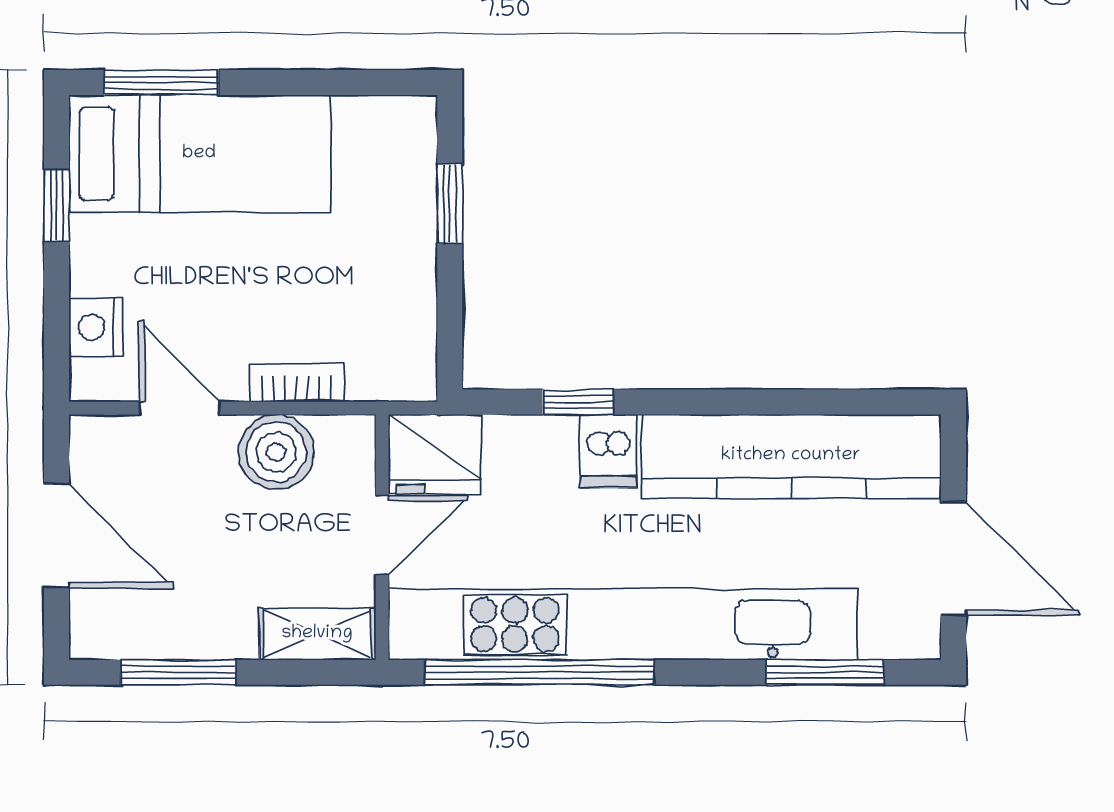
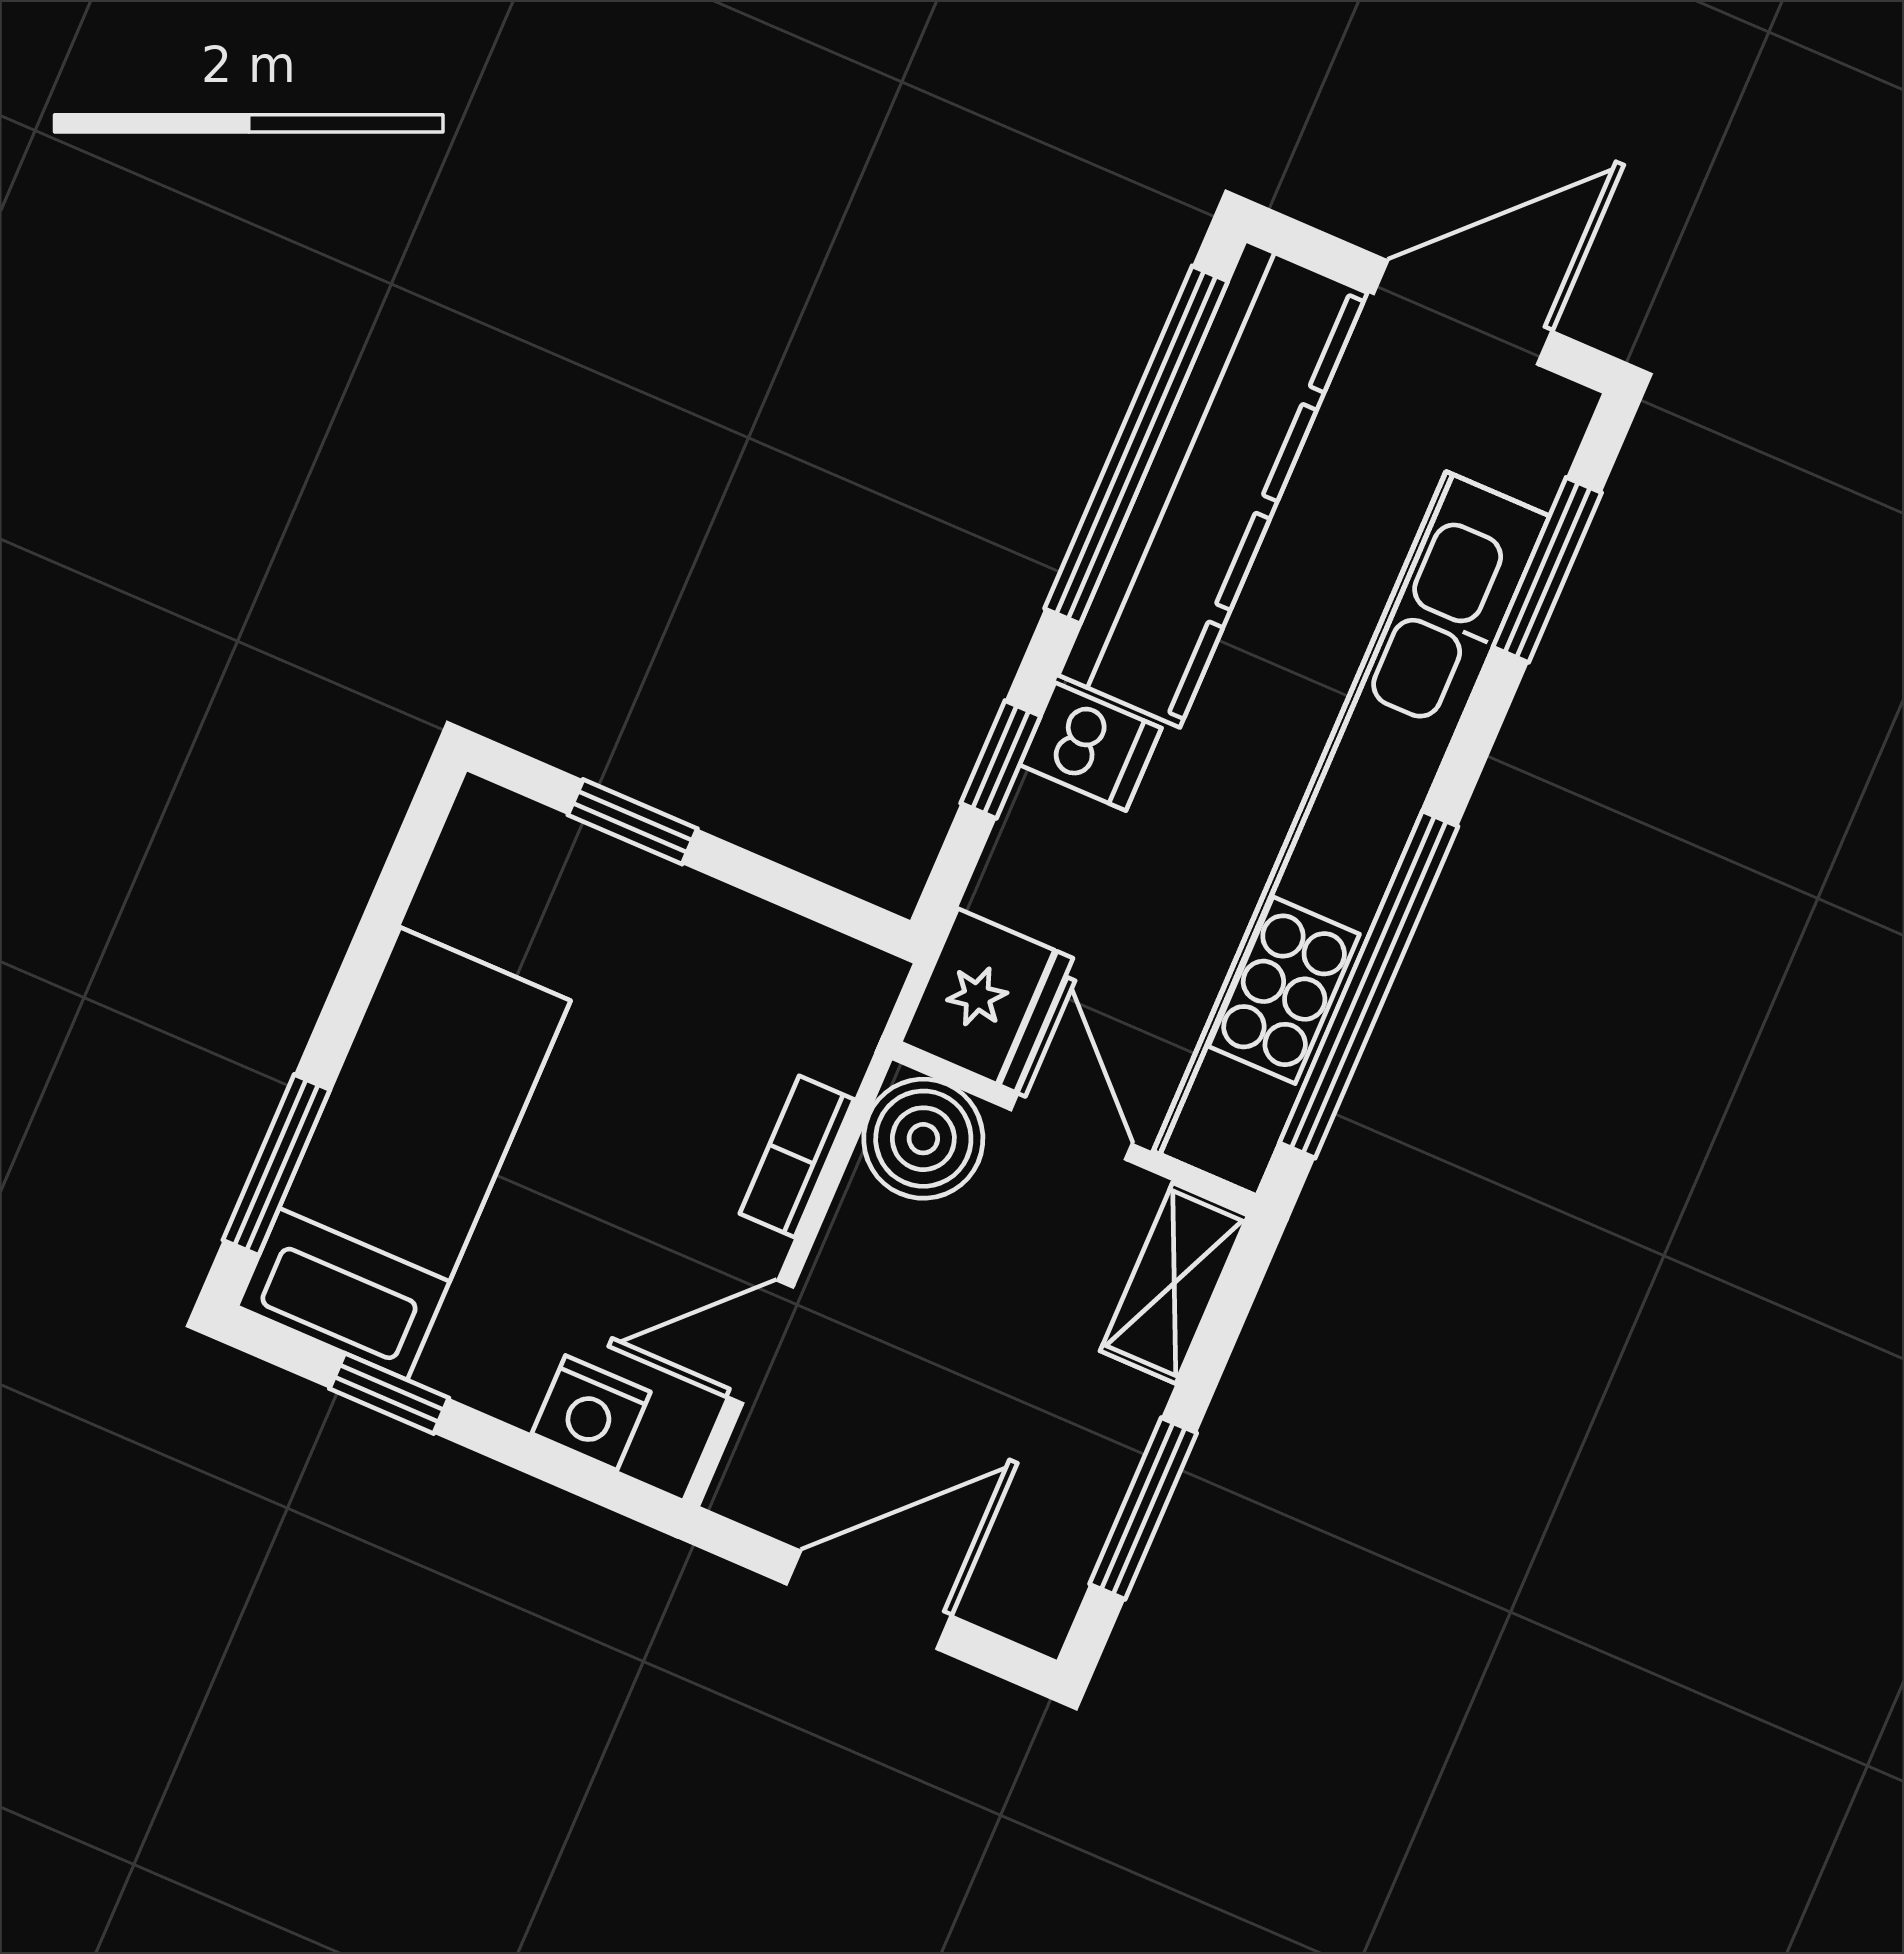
window: (795, 402) -> (1136, 445), added
boiler: (276, 452) -> (923, 1139), moved

